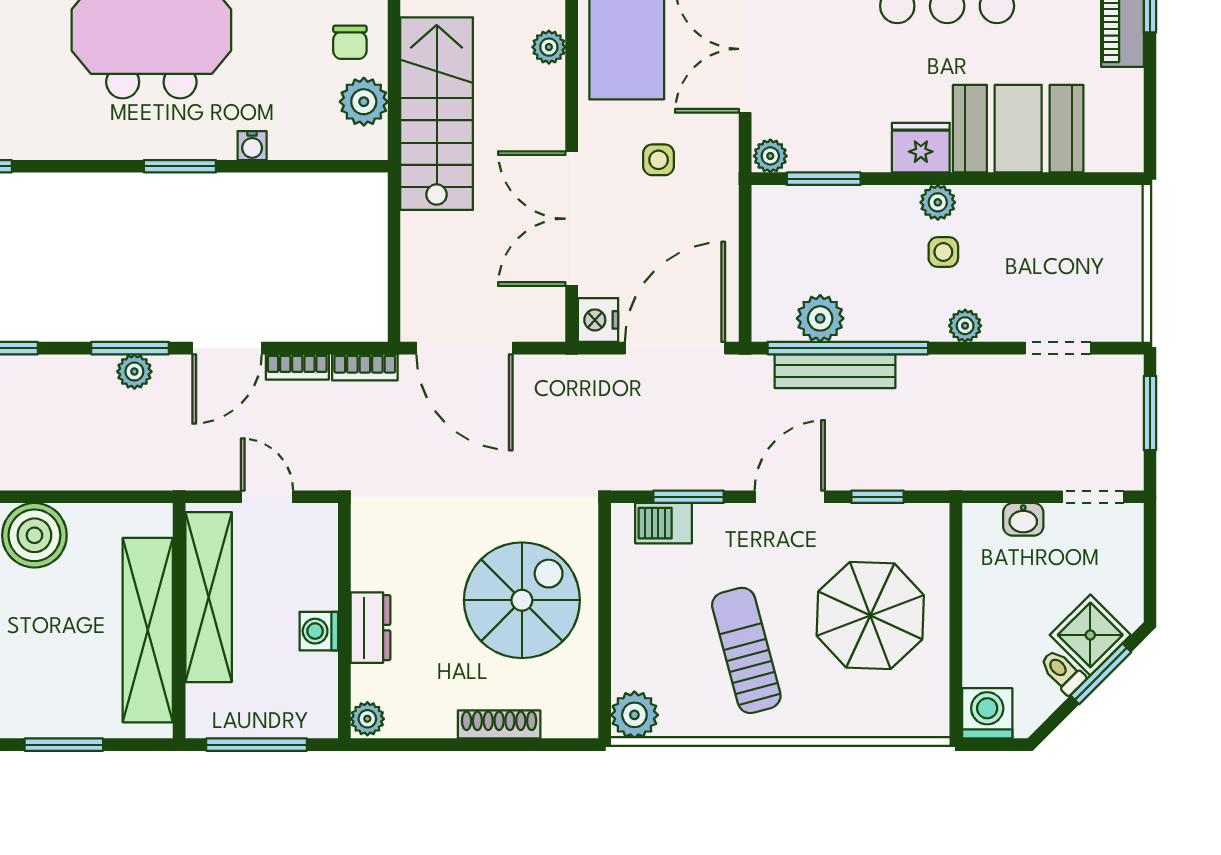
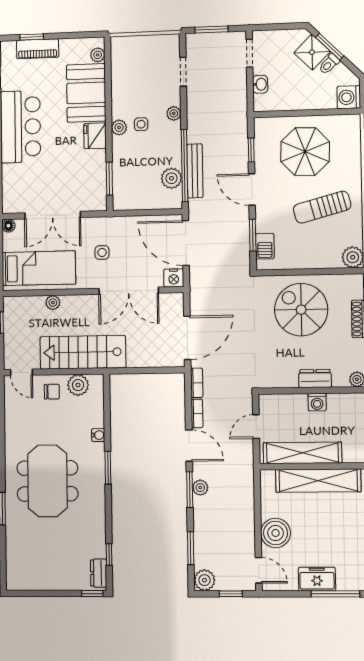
plant: (770, 156) -> (98, 55), moved

